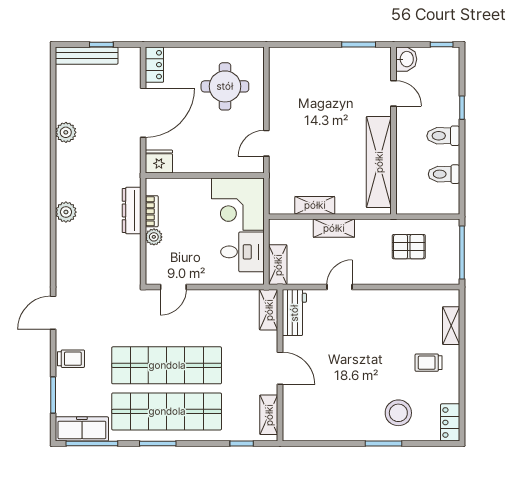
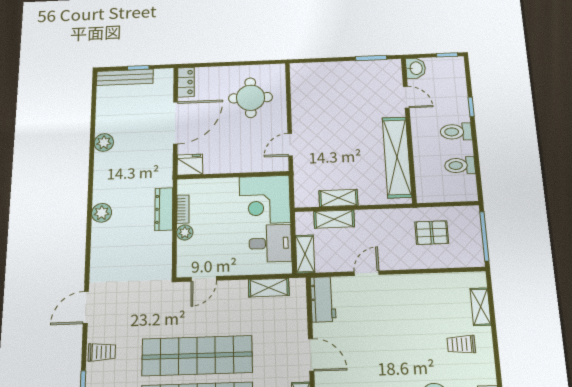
shelving: (334, 228) -> (334, 219), moved
shelving: (269, 310) -> (269, 288), moved, turned 90

